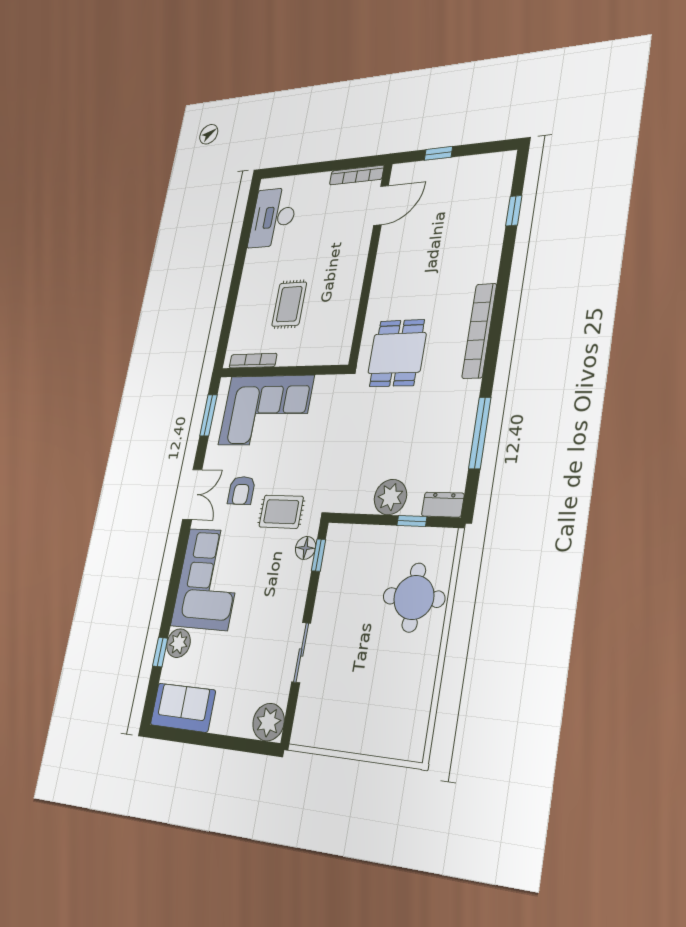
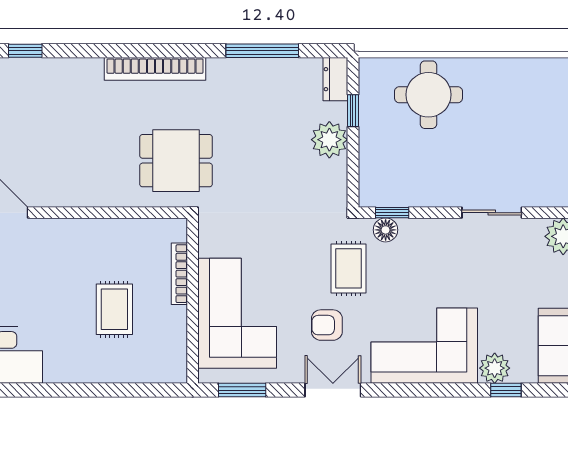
rug: (289, 304) -> (114, 309), turned 90
bookcase: (253, 361) -> (179, 274), moved
armchair: (241, 490) -> (327, 325), turned 180

